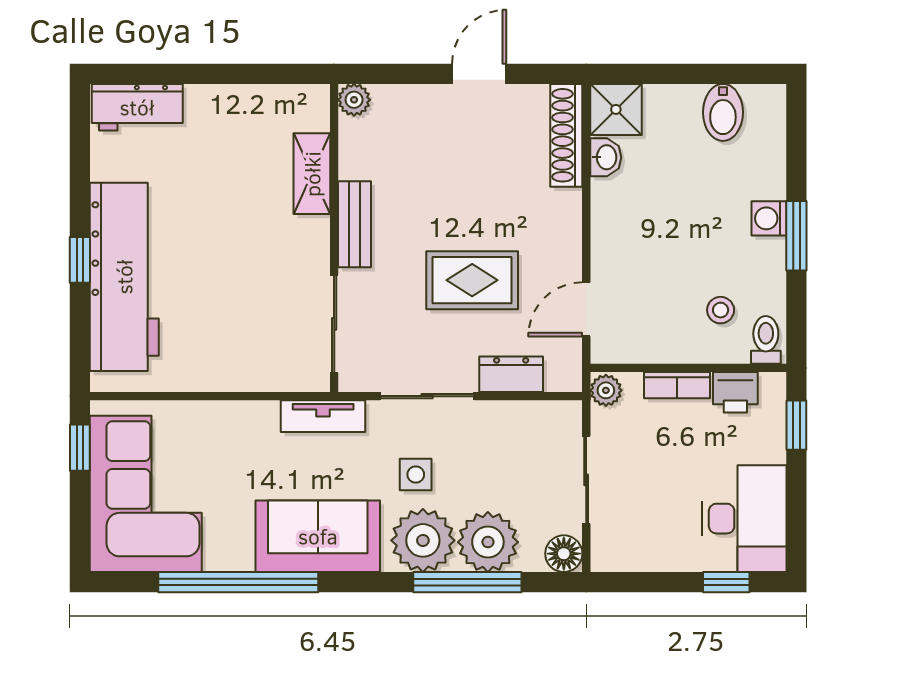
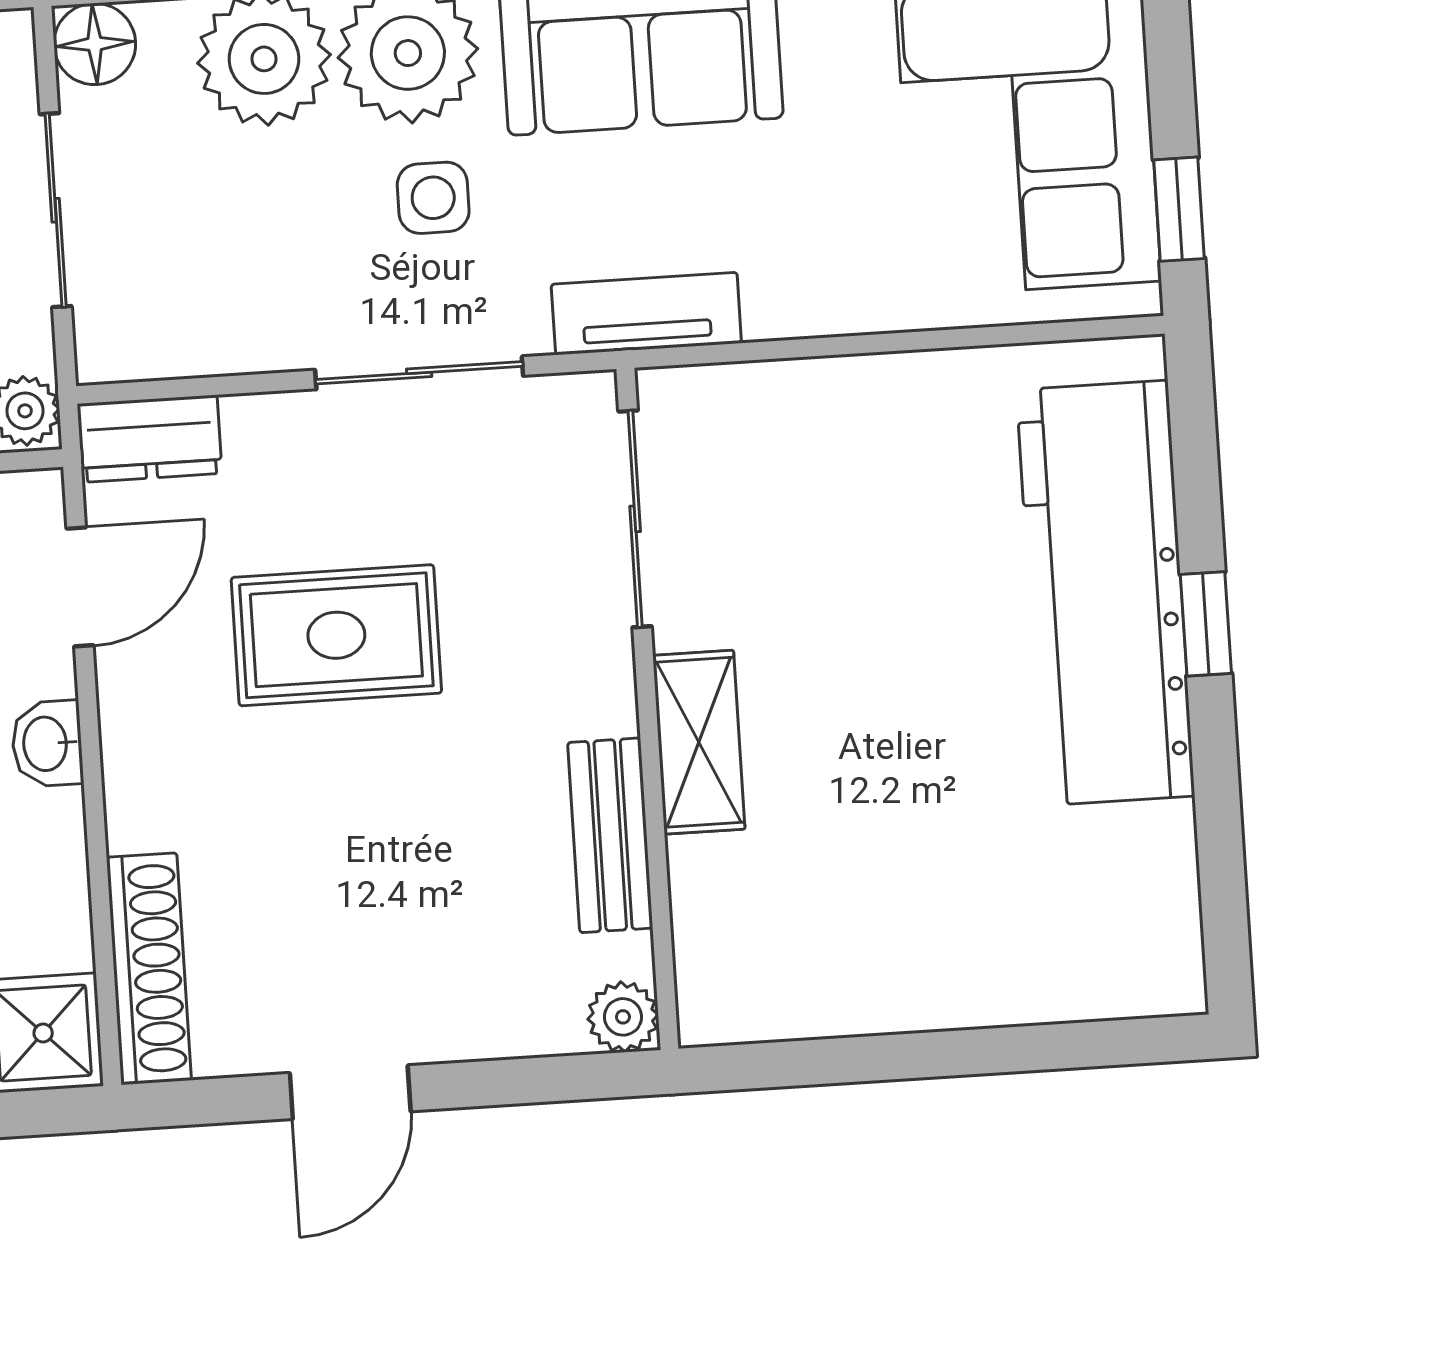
workbench: (137, 107) -> (1101, 969), removed
washbasin: (606, 157) -> (47, 744), moved
shelving: (312, 174) -> (699, 742), moved
bench: (355, 224) -> (610, 835), moved
dresser: (511, 374) -> (150, 439), moved

